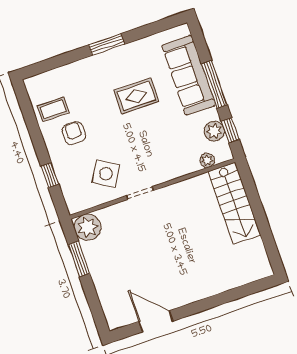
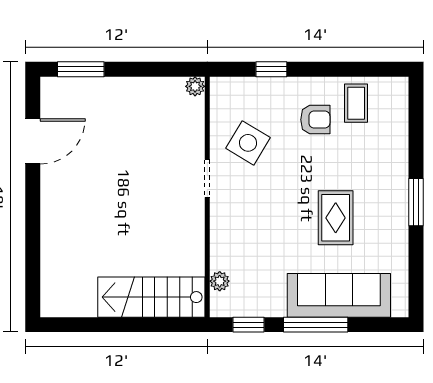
plant: (214, 131) -> (254, 304), removed
plant: (88, 227) -> (195, 86), width x0.53, depth x0.53
window: (79, 259) -> (81, 69), moved

